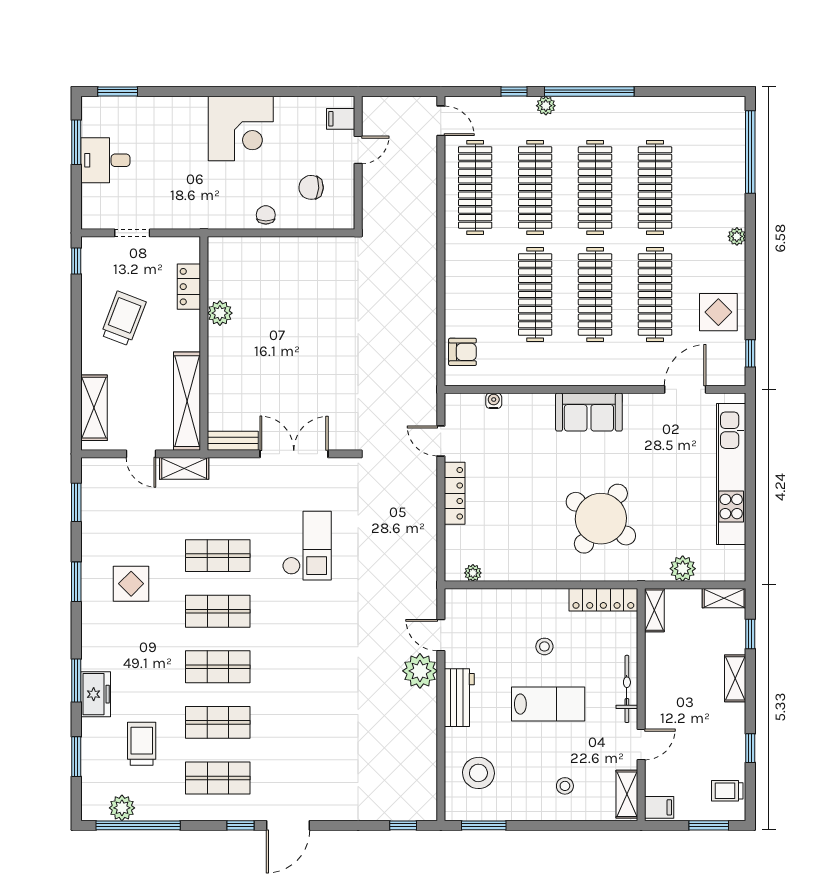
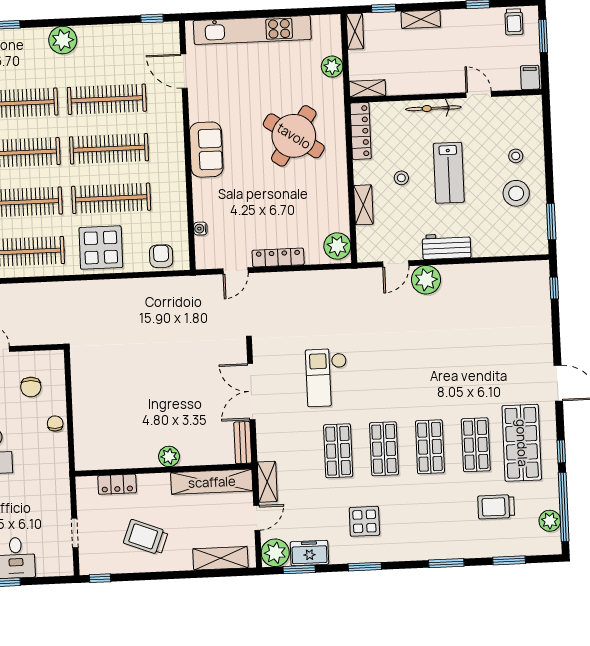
chair: (266, 215) -> (55, 423), turned 90
plant: (737, 236) -> (63, 40), width x1.88, depth x1.88
display table: (718, 312) -> (101, 248), moved, width x1.36, depth x1.36
plant: (220, 313) -> (169, 456), moved
plant: (98, 474) -> (275, 553), added
checkout: (307, 546) -> (327, 378), turned -90
plant: (473, 573) -> (337, 246), width x1.87, depth x1.87
freezer: (96, 694) -> (309, 553), moved
lab bench: (548, 704) -> (449, 173), turned 180
stool: (478, 773) -> (516, 193), moved
shop shelf: (218, 778) -> (522, 443), width x1.43, depth x1.36
shelving: (627, 794) -> (363, 205), moved, turned 90
window: (240, 825) -> (561, 451), moved

